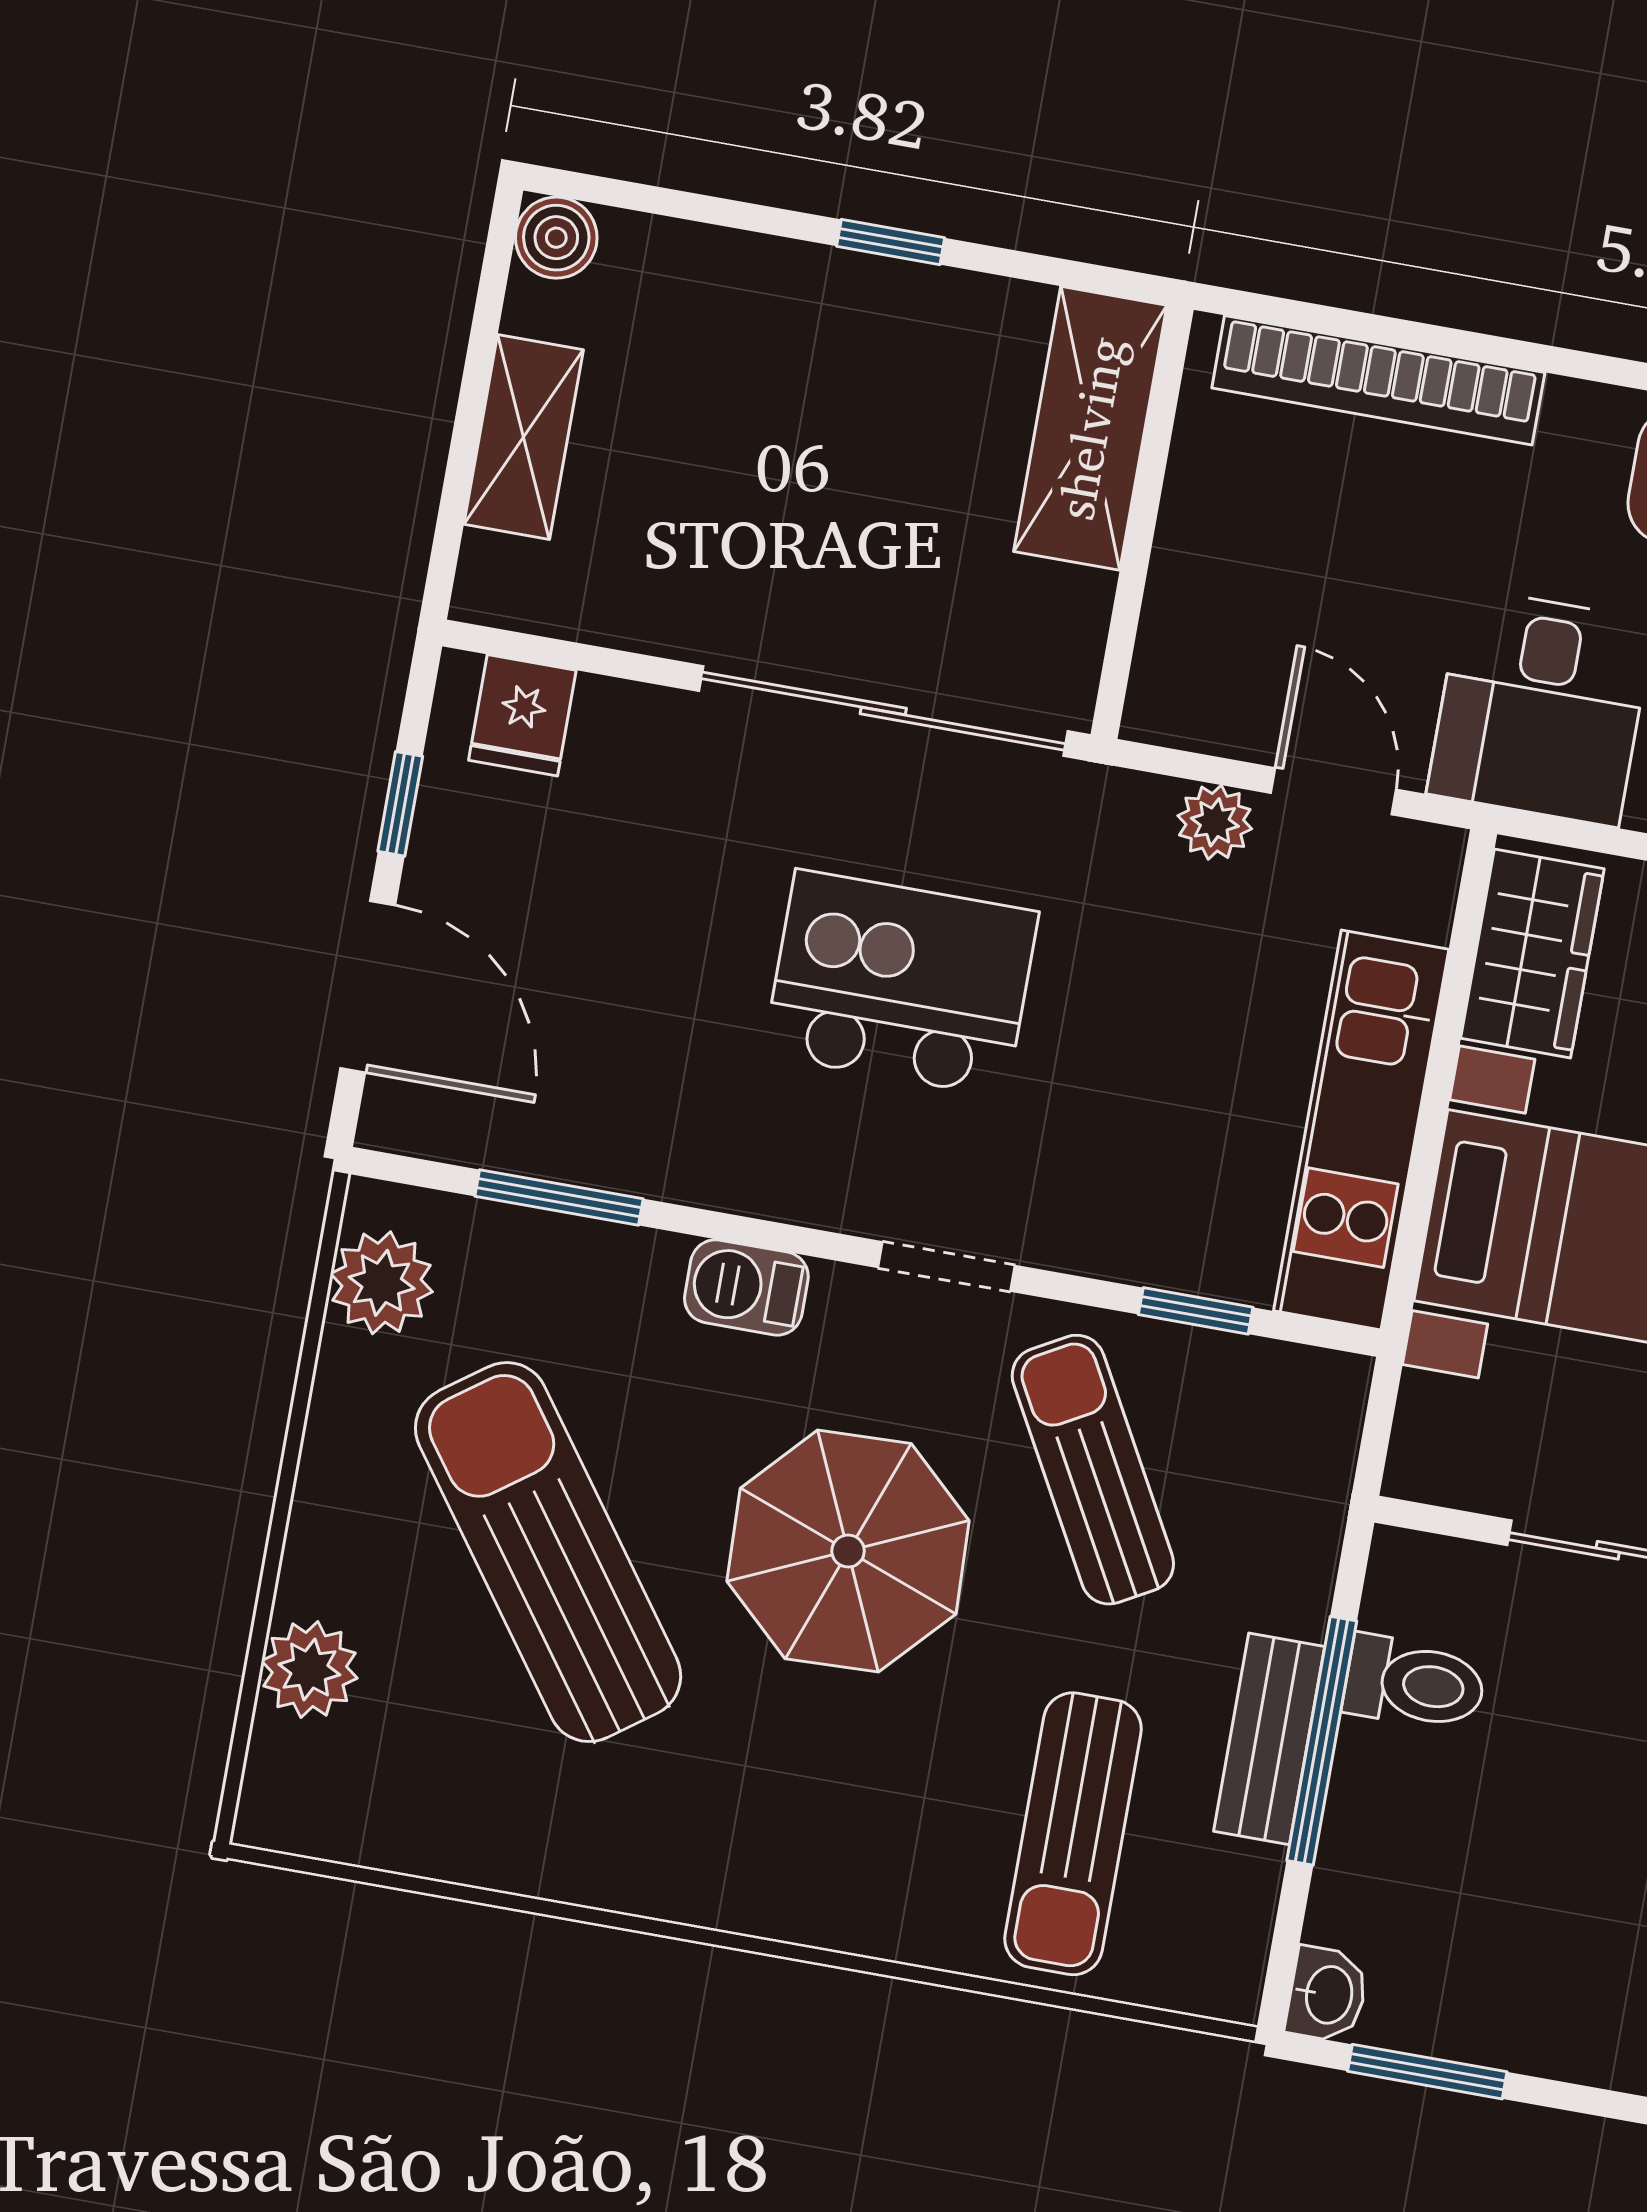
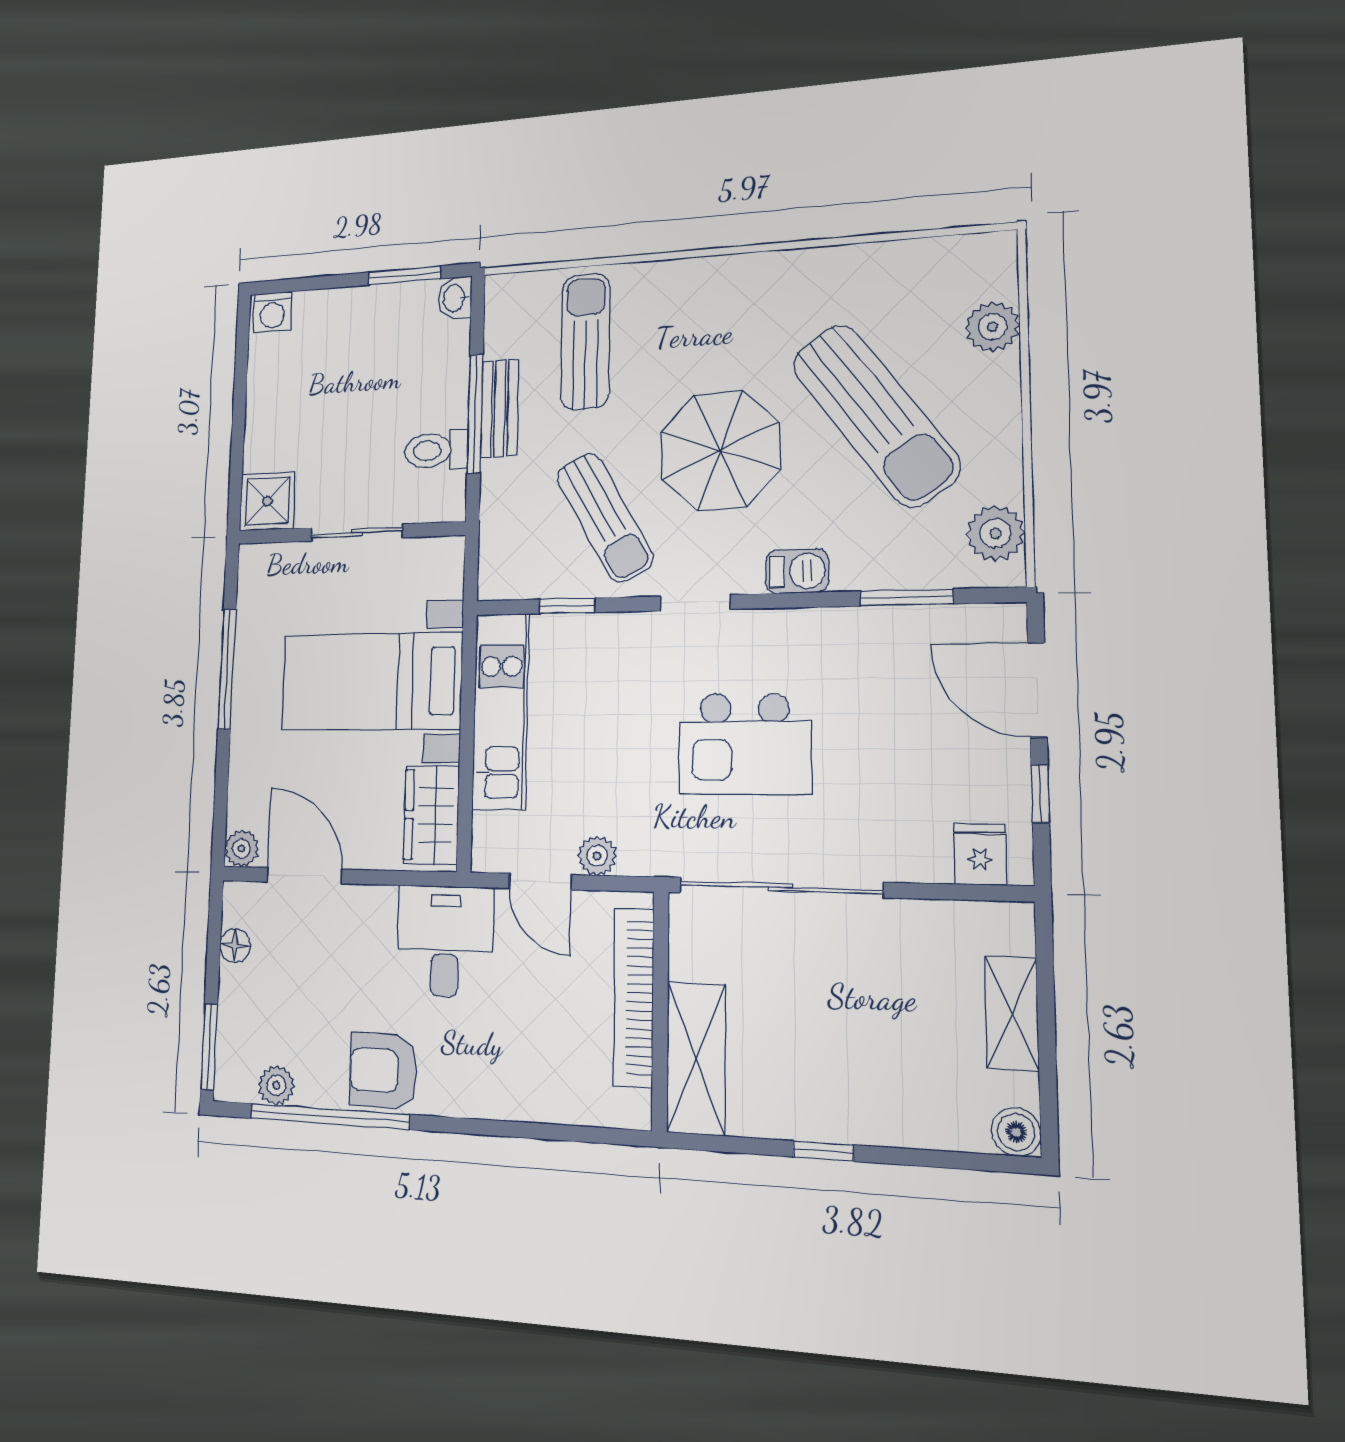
bookcase: (1378, 380) -> (634, 997), moved, turned -90

